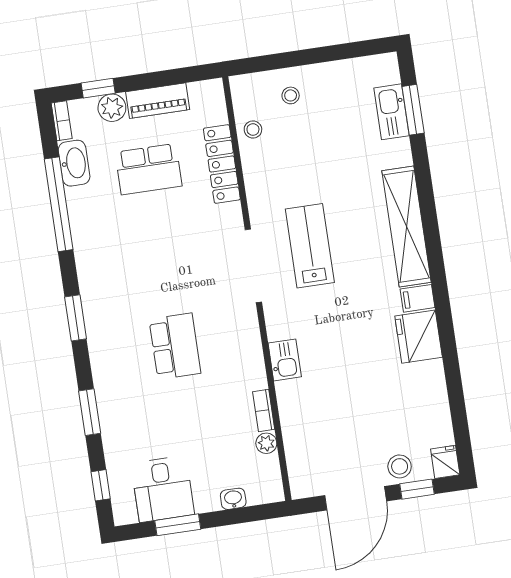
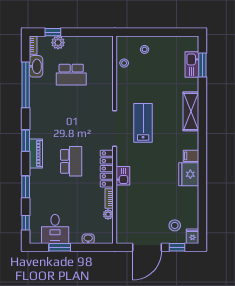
piano: (158, 101) -> (36, 153), moved, turned -90
locker: (222, 164) -> (107, 169), moved
shelving: (406, 226) -> (191, 111), width x0.68
stool: (400, 466) -> (175, 225), moved

